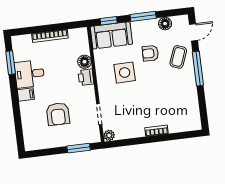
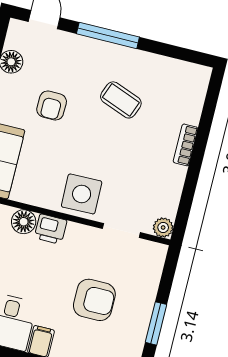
coffee table: (178, 57) -> (121, 100), moved
side table: (125, 73) -> (82, 194), moved
window: (79, 148) -> (156, 323), moved

